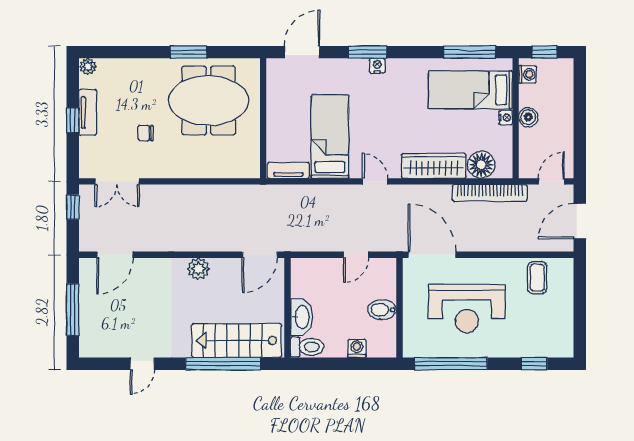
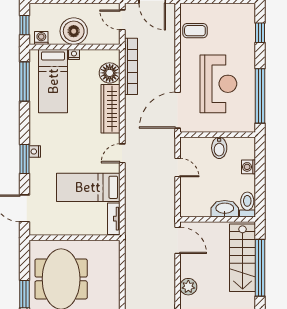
boiler: (528, 117) -> (74, 31), width x1.86, depth x1.86

